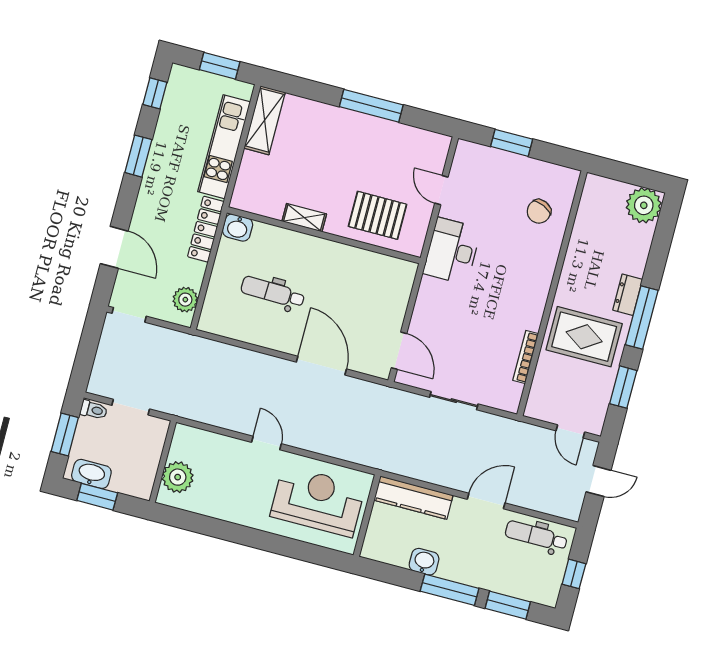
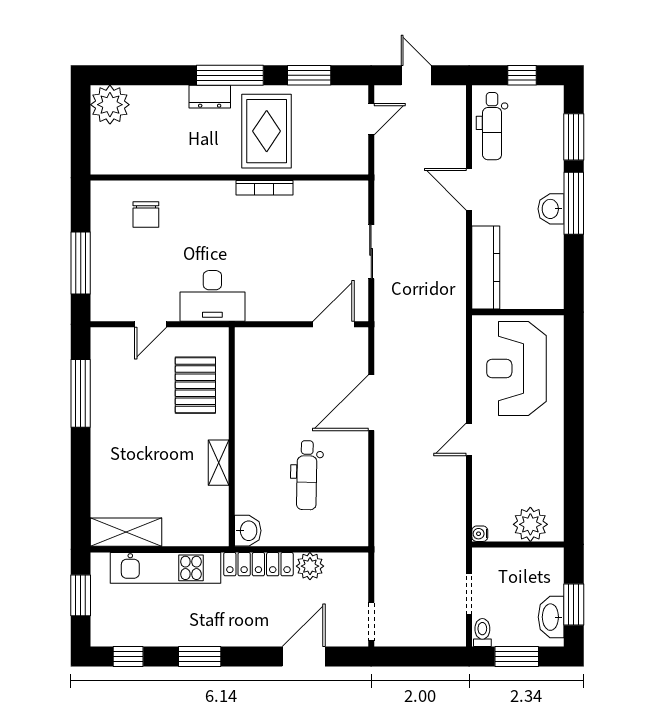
window: (371, 106) -> (81, 393), moved
window: (512, 143) -> (81, 263), width x1.44
chair: (539, 211) -> (146, 215), turned 65
plant: (185, 300) -> (310, 566), moved
bookcase: (526, 357) -> (264, 188), moved
water cooler: (181, 431) -> (480, 534), added
washbasin: (424, 562) -> (551, 209), moved

